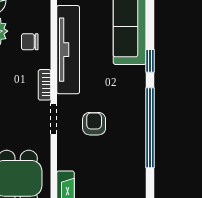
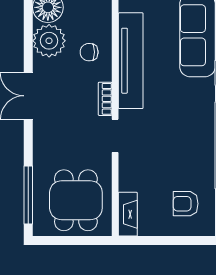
armchair: (94, 124) -> (186, 204), moved, turned -90

